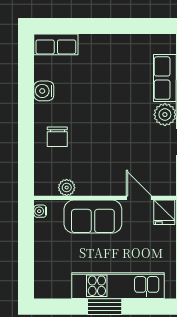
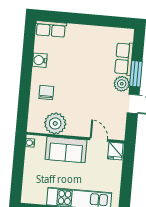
chair: (57, 137) -> (46, 93), turned 180
plant: (67, 188) -> (55, 123), width x1.88, depth x1.88

